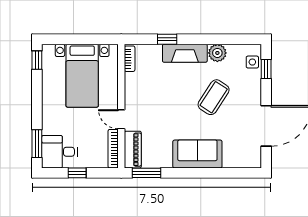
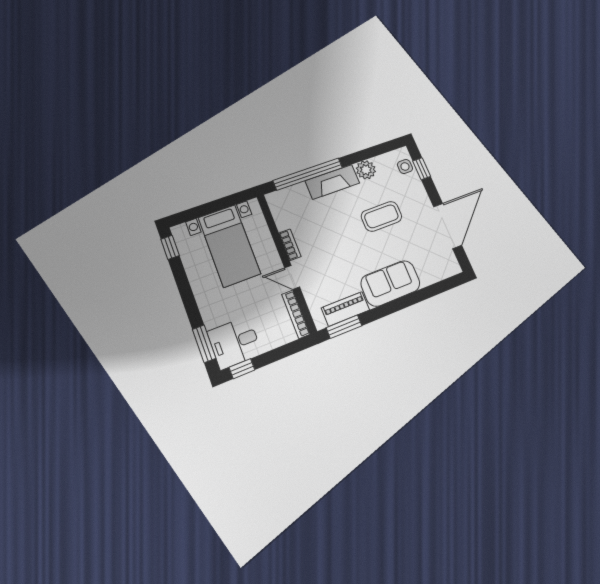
window: (167, 39) -> (308, 174), width x3.17
bookcase: (130, 59) -> (290, 245), moved
coffee table: (214, 97) -> (381, 216), turned 57
piano: (133, 150) -> (345, 309), moved, turned -90
window: (77, 173) -> (242, 369), moved

